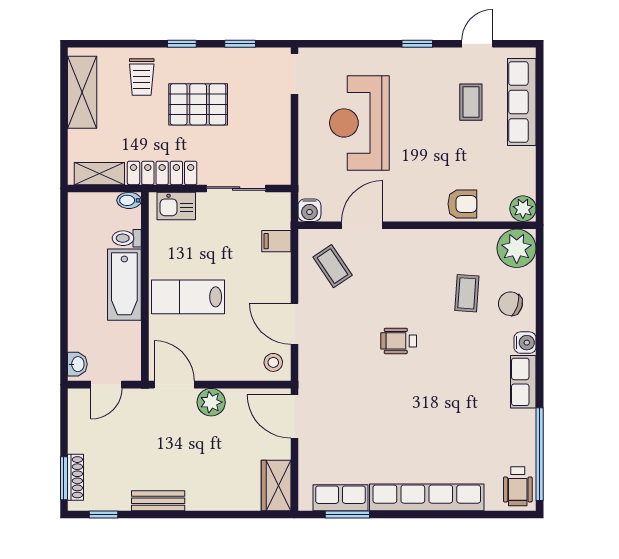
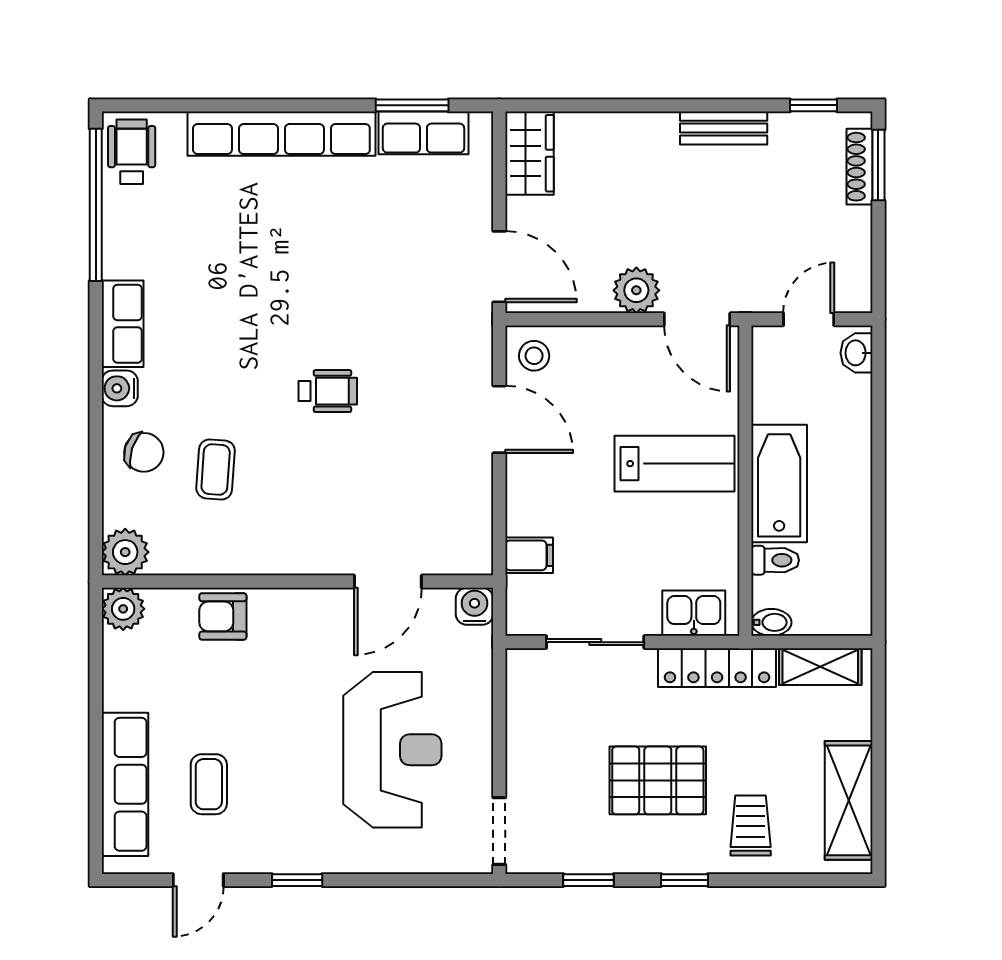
plant: (517, 248) -> (125, 552), width x0.73, depth x0.73
coffee table: (333, 266) -> (436, 514), removed

